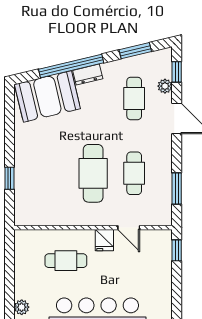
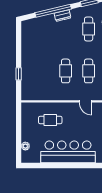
booth: (47, 97) -> (40, 28), removed
cafe table: (93, 173) -> (66, 71), width x0.73, depth x0.74
fridge: (104, 240) -> (72, 108), removed

